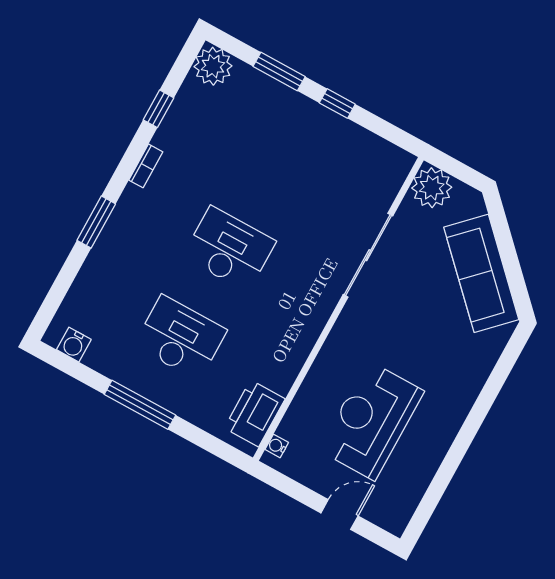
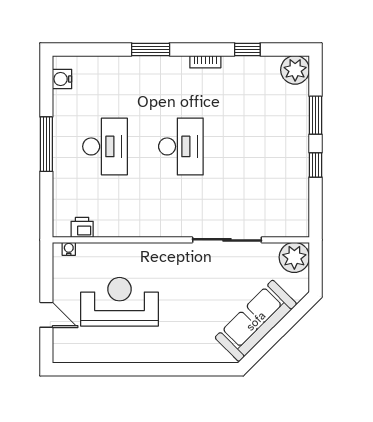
printer: (255, 413) -> (82, 227), width x0.53, depth x0.68

